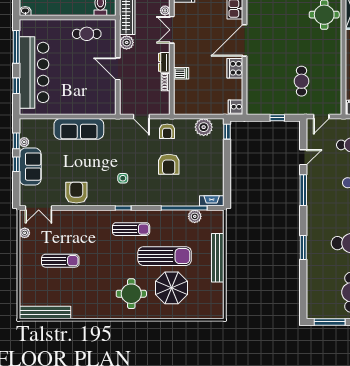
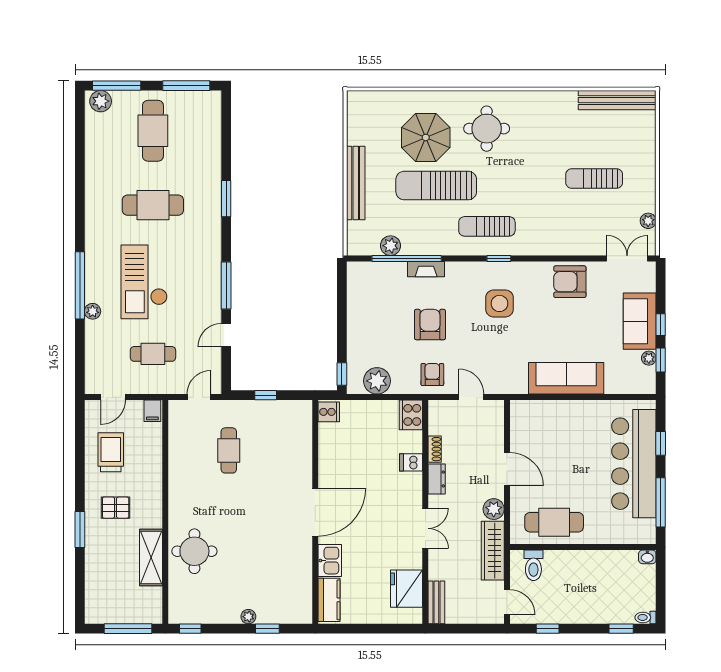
plant: (165, 10) -> (435, 558), removed
cafe table: (87, 34) -> (554, 522), width x1.37, depth x1.35
cooker: (235, 68) -> (411, 415), moved, turned 180
side table: (123, 178) -> (499, 303), width x1.87, depth x1.87
armchair: (76, 193) -> (570, 282), turned 90
fireplace: (212, 201) -> (426, 269), moved

